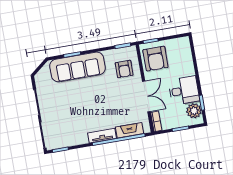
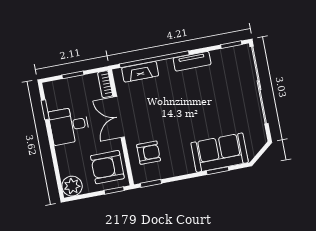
armchair: (155, 59) -> (107, 167), turned -90
sofa: (77, 67) -> (220, 153), width x0.73
armchair: (124, 69) -> (149, 153), turned 90
plant: (194, 111) -> (72, 186), moved
tv unit: (102, 136) -> (192, 61), moved

